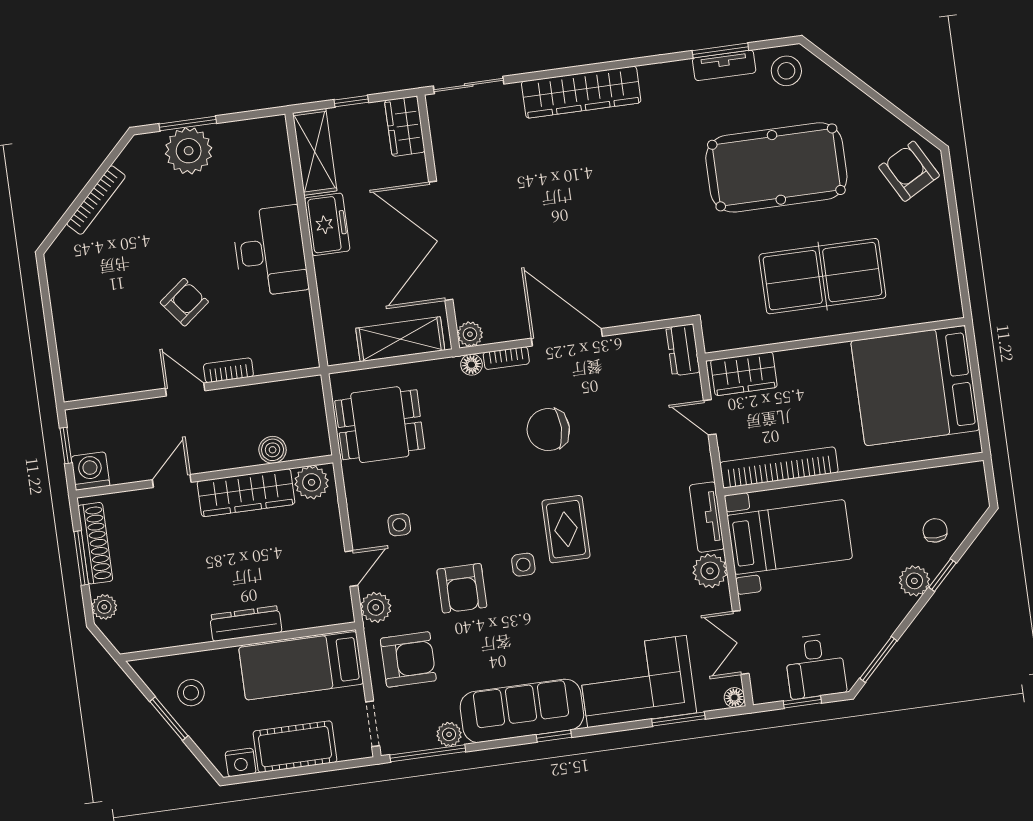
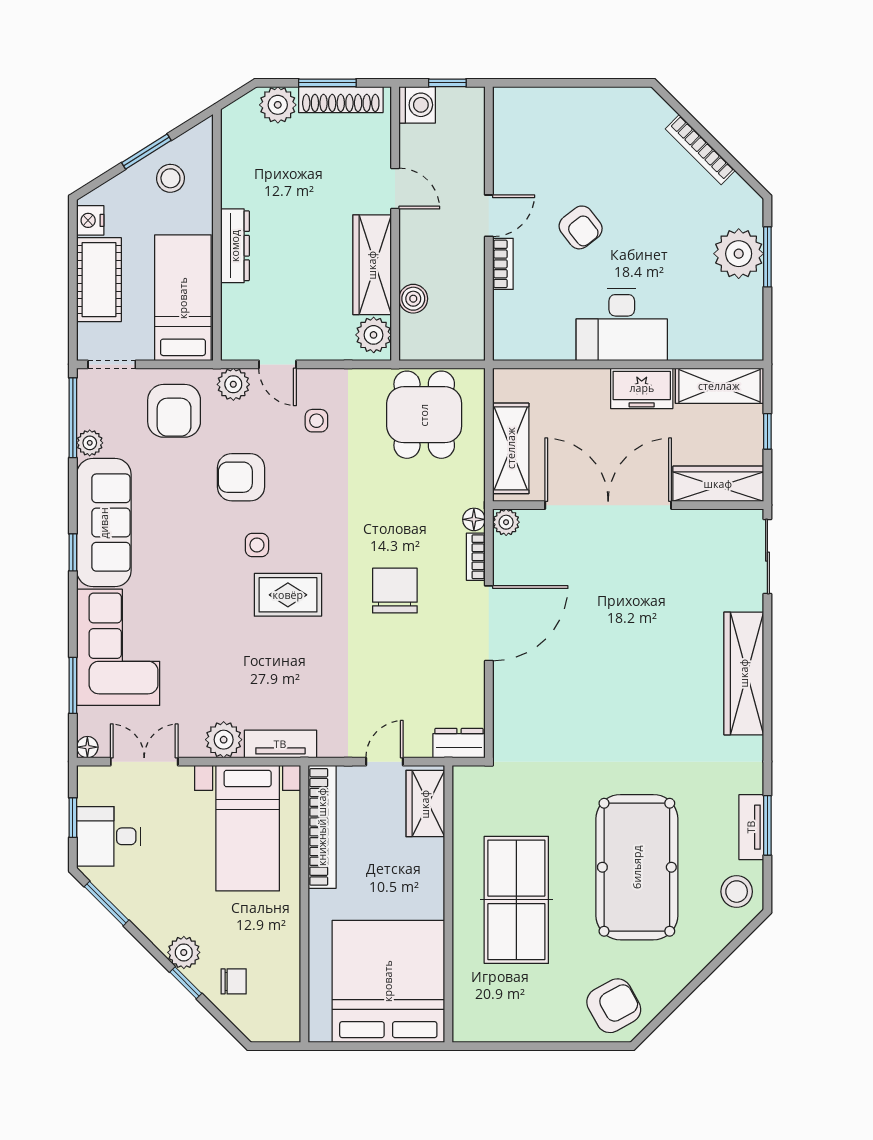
wardrobe: (405, 126) -> (718, 484), width x1.50
plant: (104, 607) -> (278, 105), width x1.38, depth x1.38

